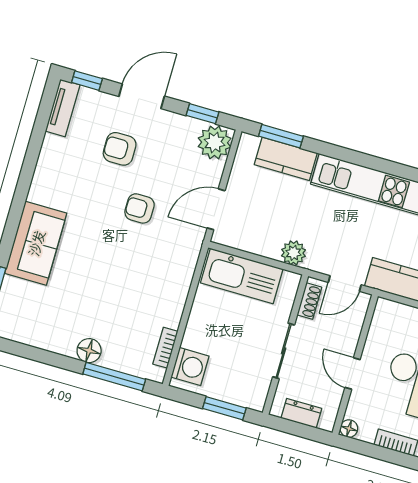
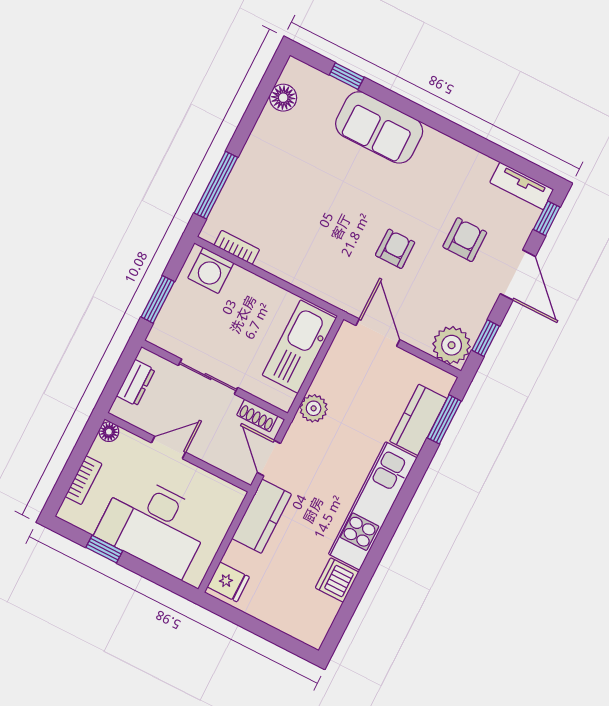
floor lamp: (89, 351) -> (283, 98), moved

